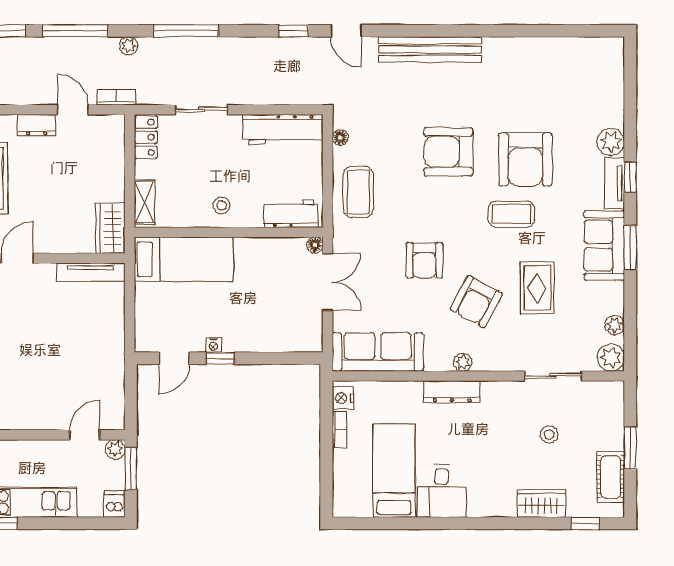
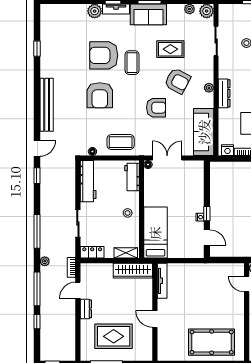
window: (538, 31) -> (37, 49), added
armchair: (525, 159) -> (104, 55), turned 180
wardrobe: (110, 228) -> (133, 271), width x1.50

